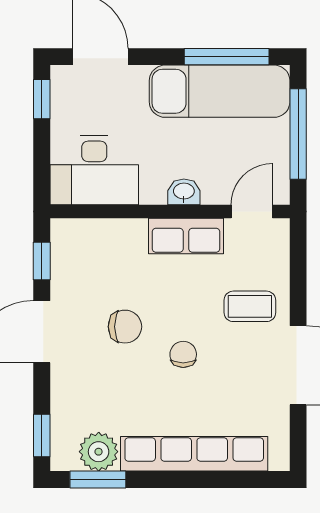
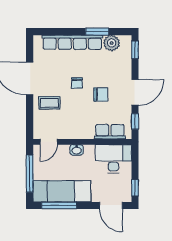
row of seats: (186, 236) -> (110, 132), moved
chair: (125, 327) -> (101, 94), turned 180
window: (98, 479) -> (97, 32), moved

